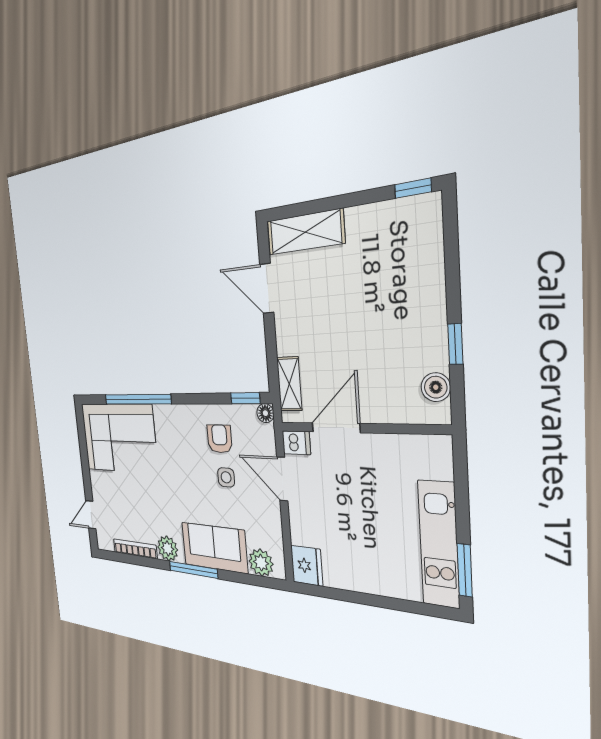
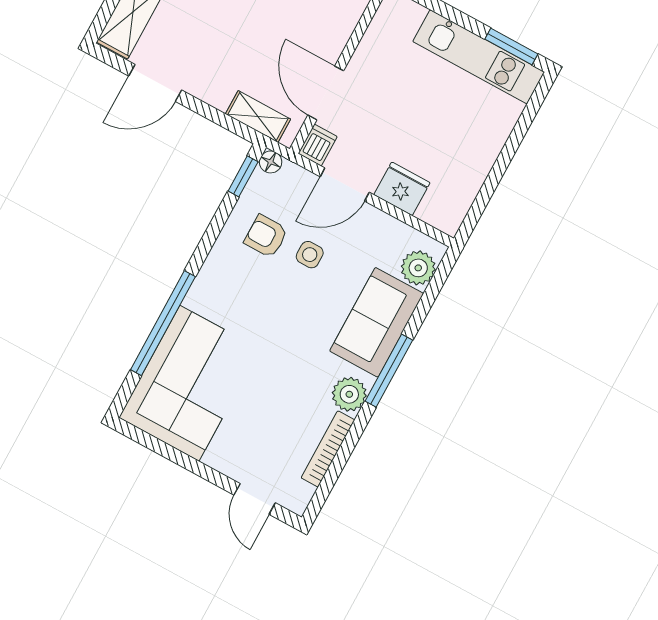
fridge: (307, 566) -> (402, 189), moved

